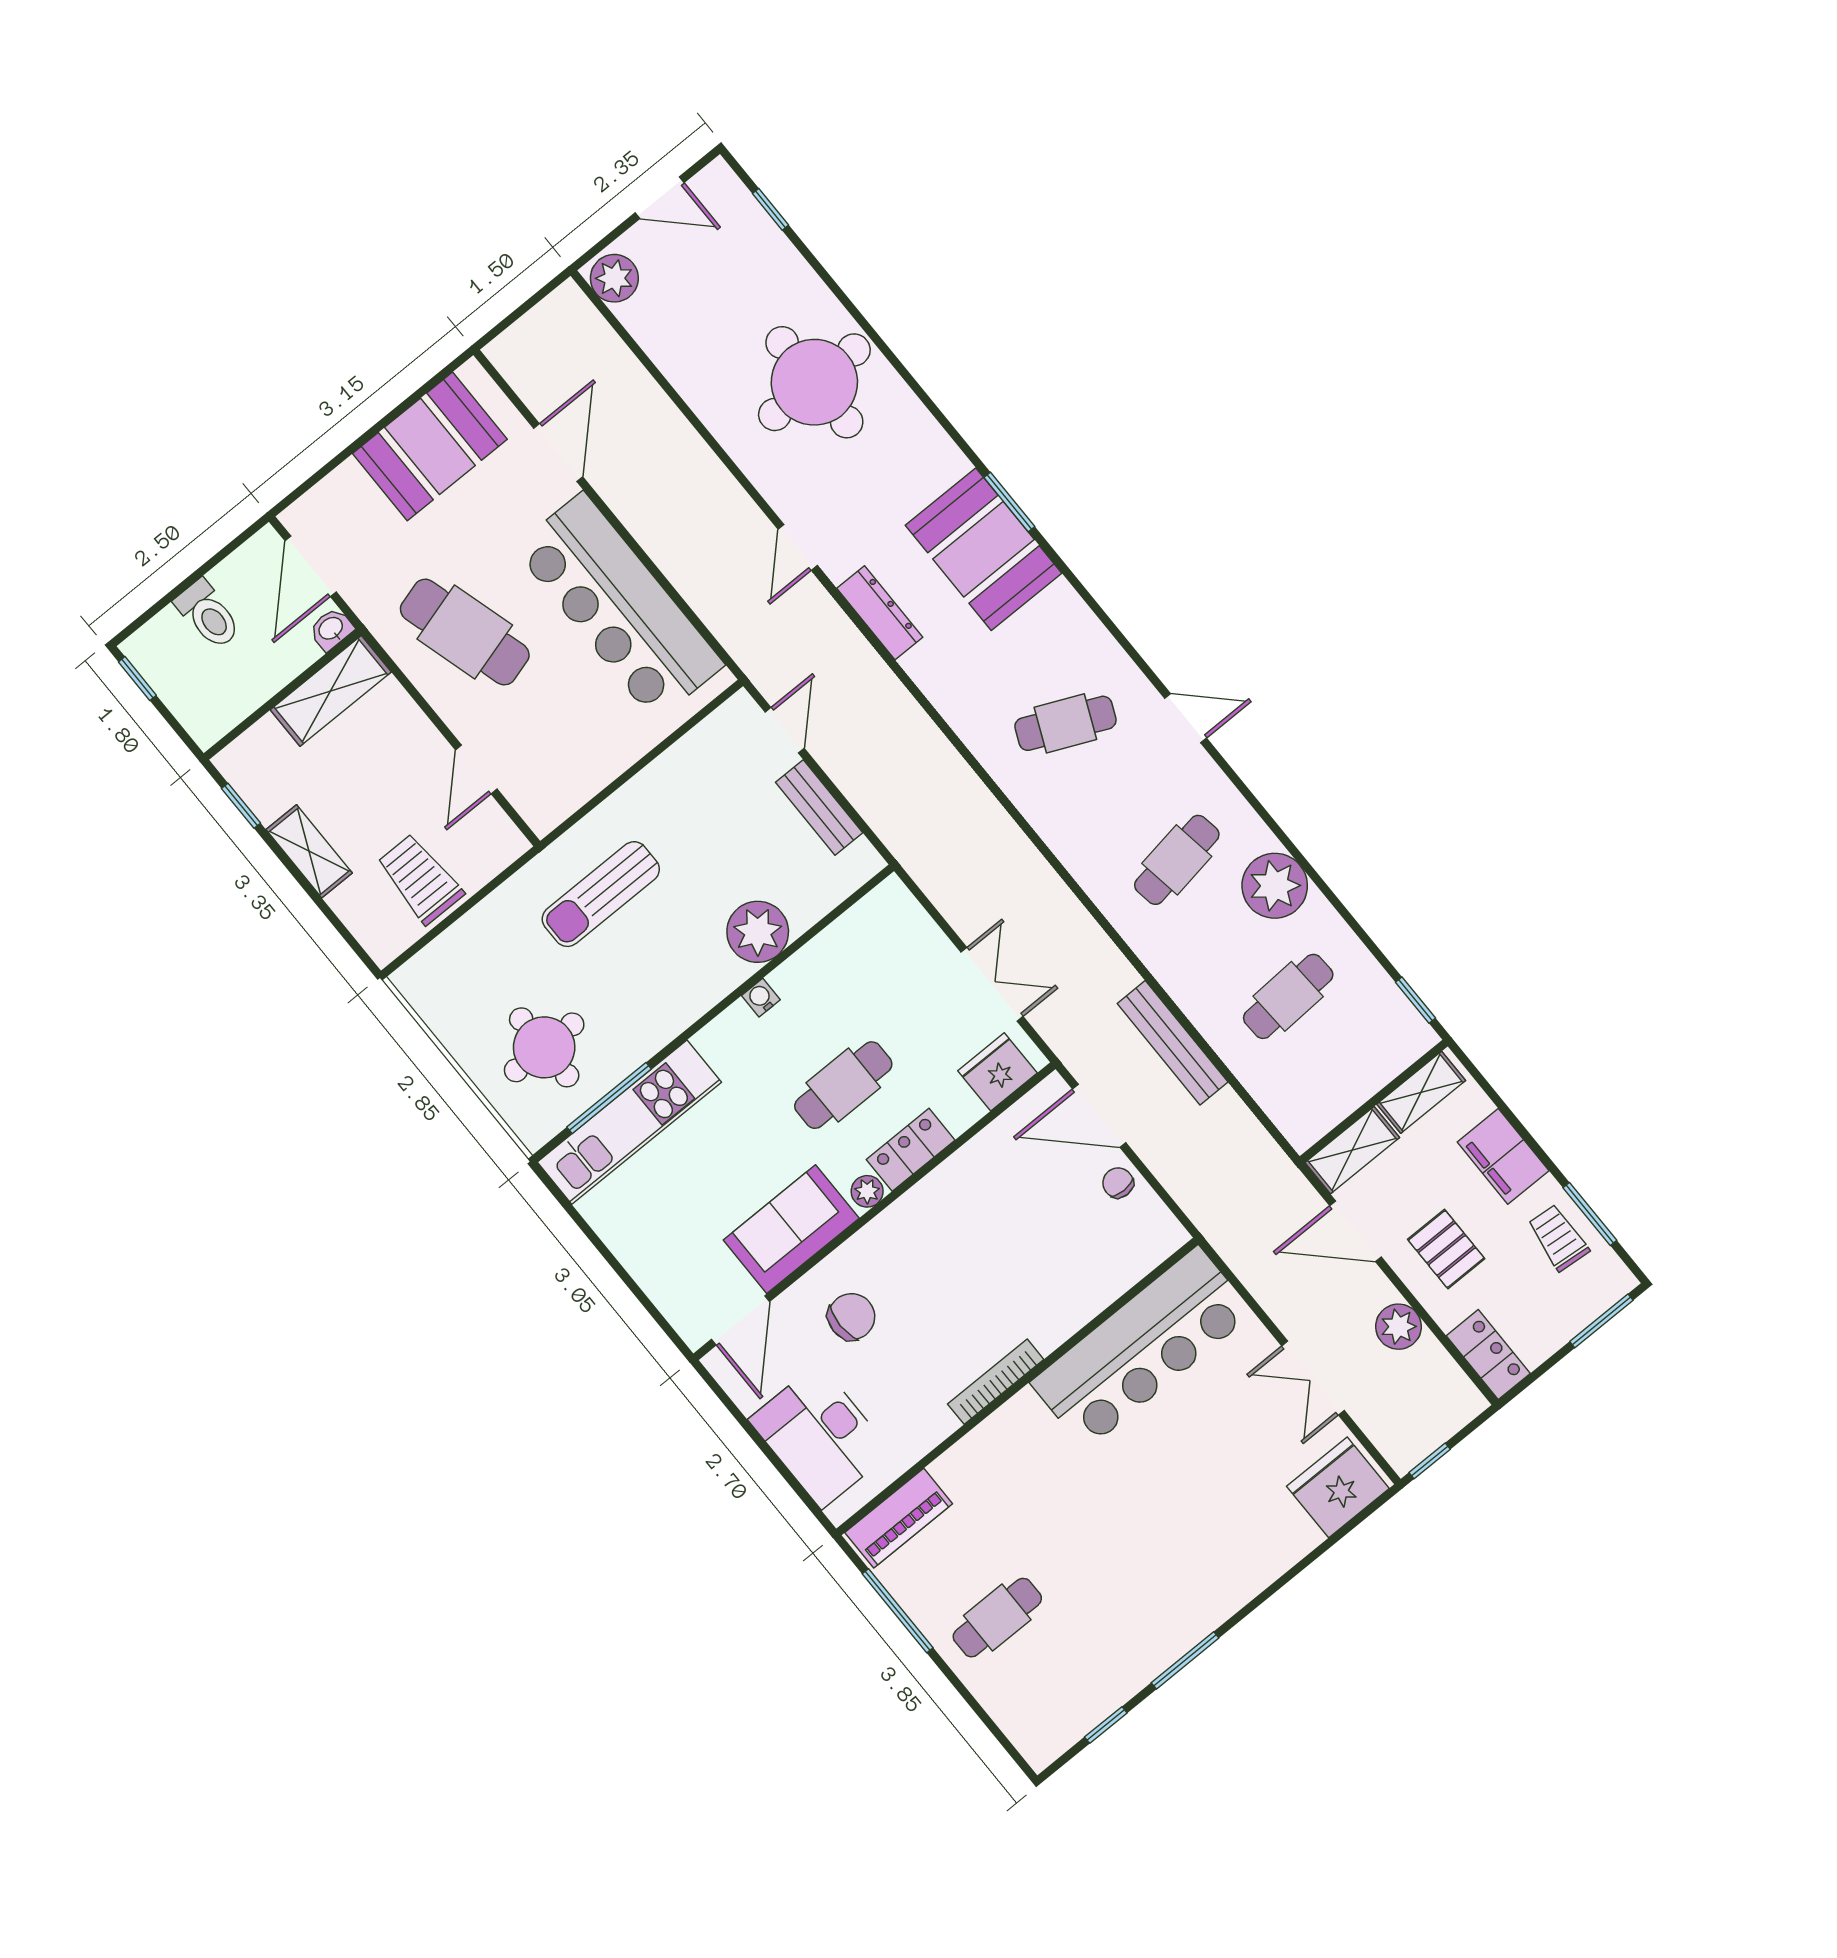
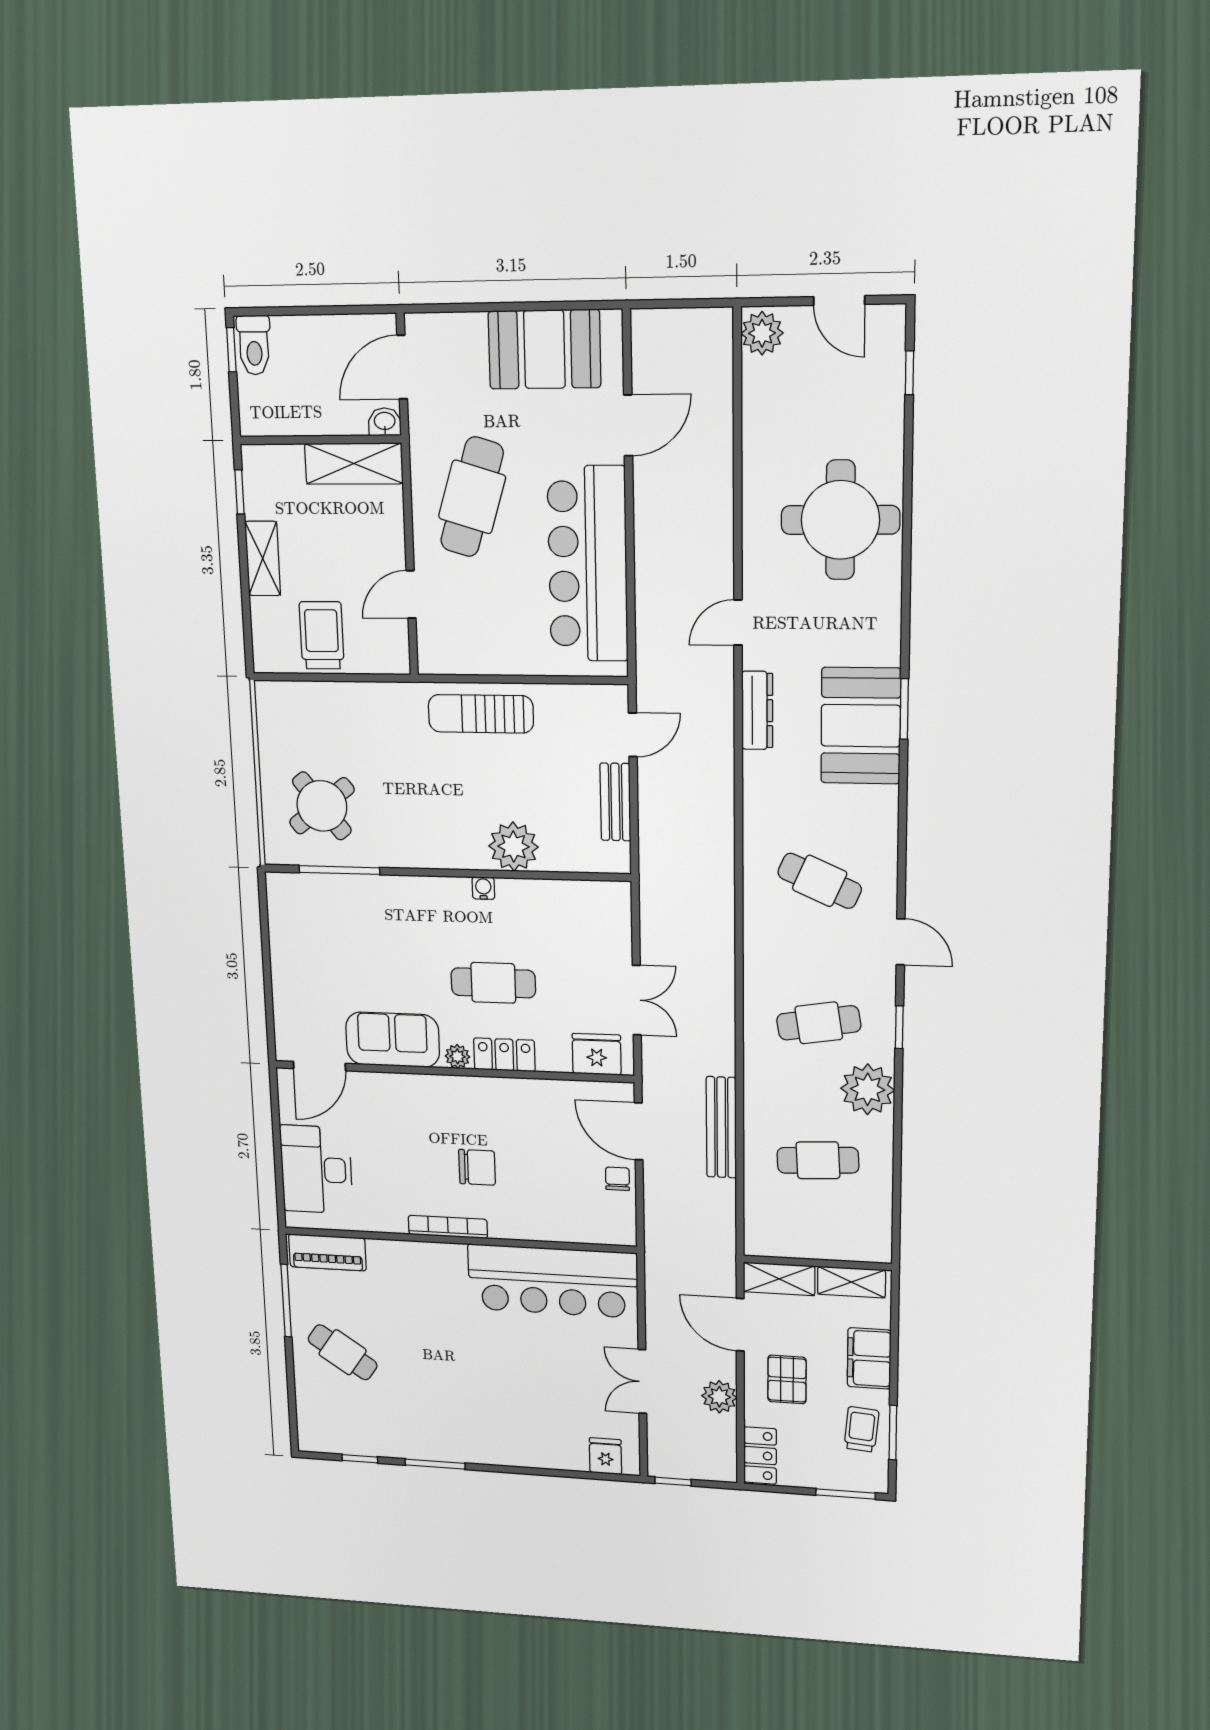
toilet: (208, 615) -> (254, 345), moved
cafe table: (465, 632) -> (472, 497), turned 33
sun lounger: (601, 894) -> (481, 714), moved
window: (1415, 1000) -> (899, 1027), moved
round table: (544, 1047) -> (322, 806), turned -38
kitchen unit: (629, 1122) -> (341, 895), removed
chair: (851, 1317) -> (477, 1167), moved
fridge: (1338, 1487) -> (605, 1456), width x0.53, depth x0.75
cafe table: (997, 1618) -> (343, 1352), turned 34

